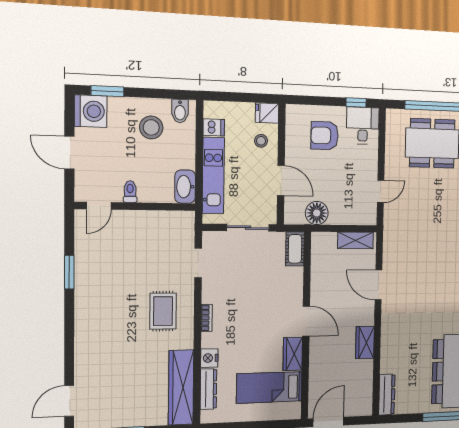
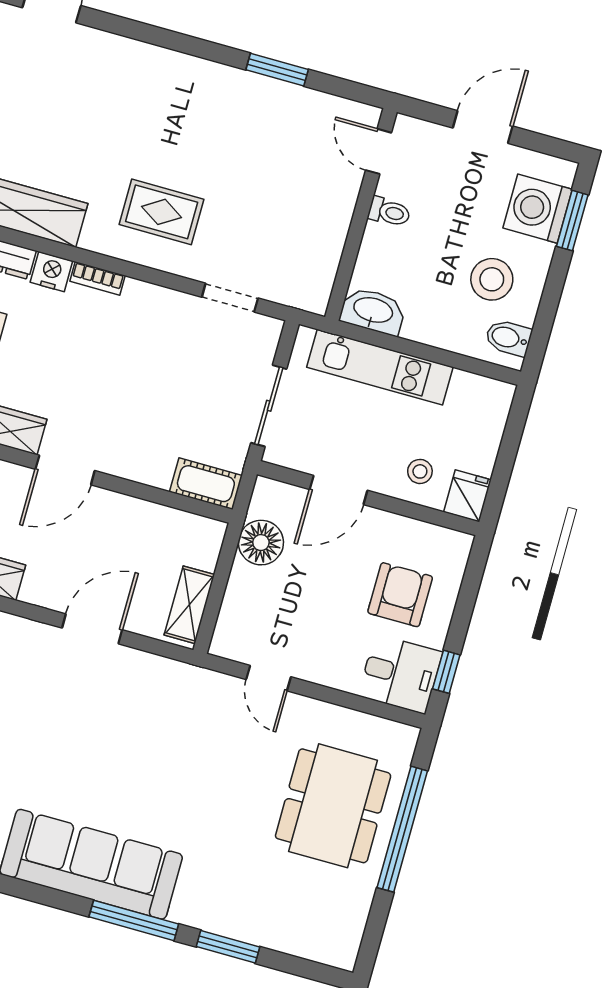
washing machine: (91, 111) -> (538, 209), moved, turned 90
dishwasher: (214, 127) -> (465, 391), removed
bookcase: (207, 318) -> (97, 278), moved

